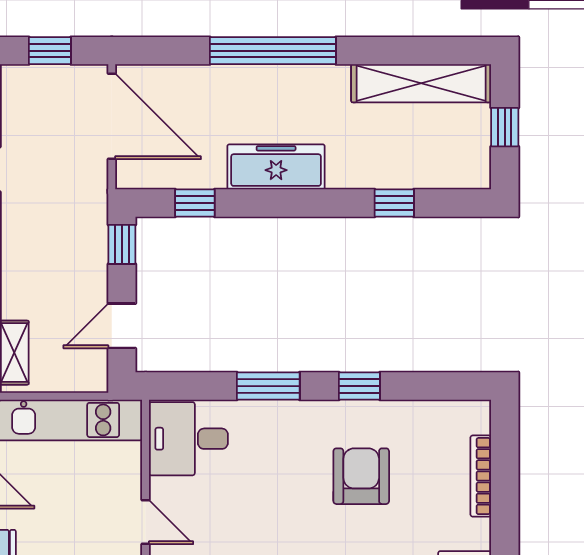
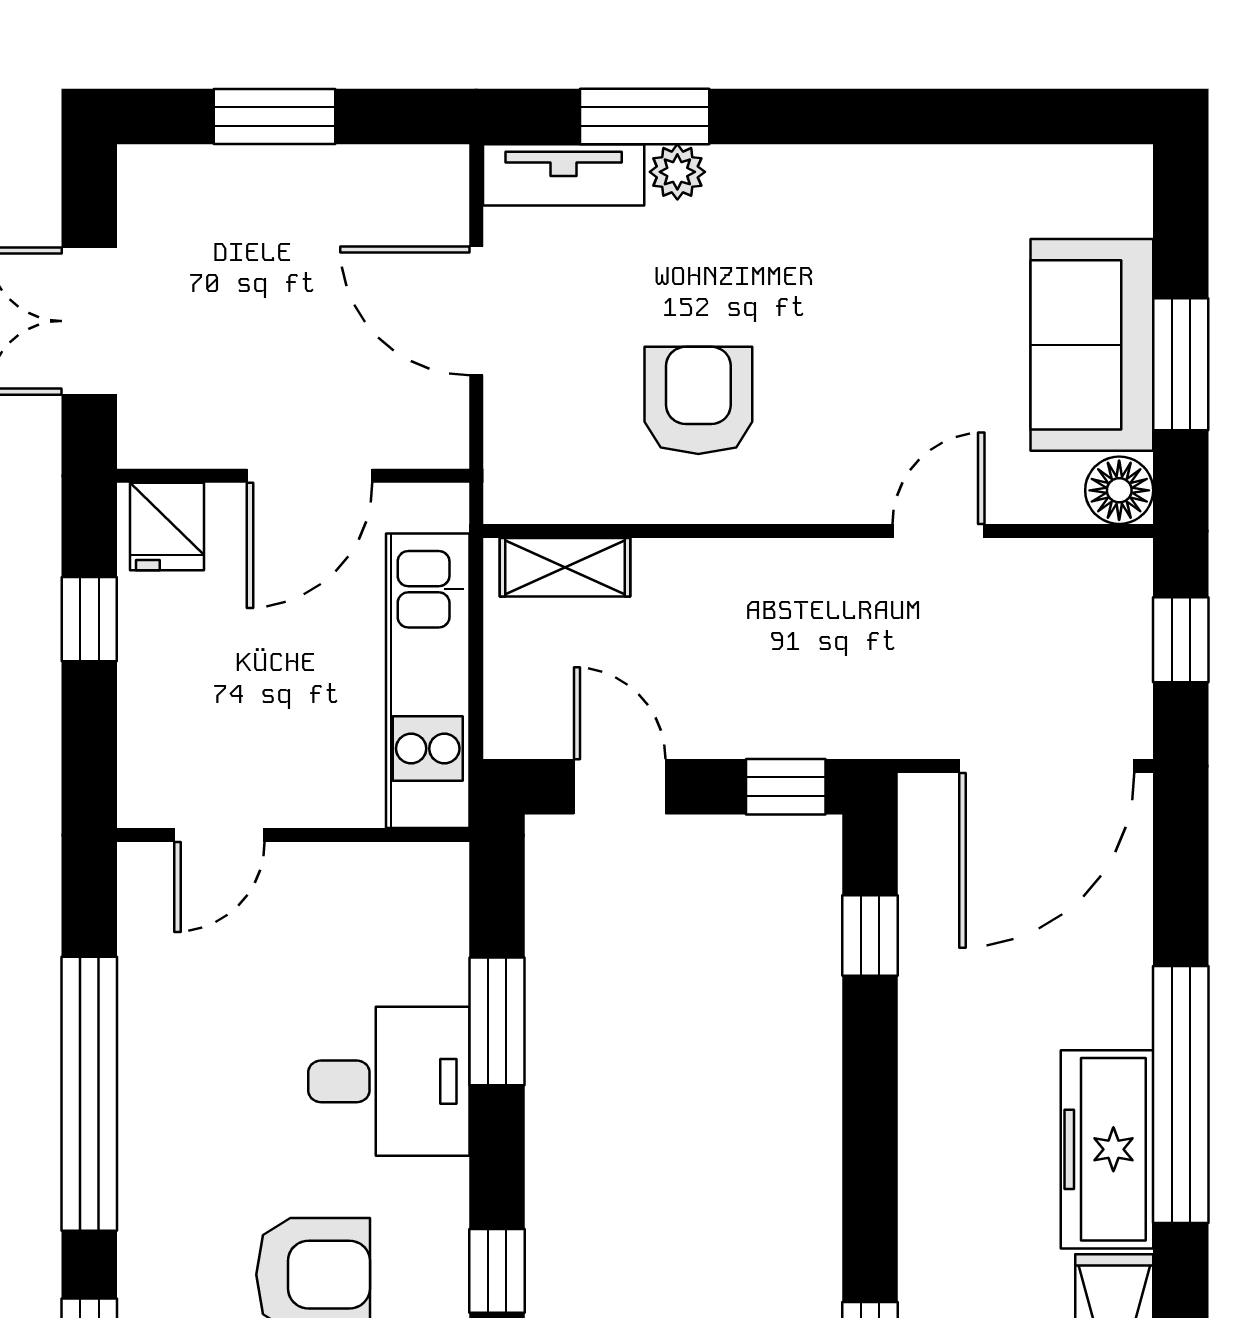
freezer: (276, 167) -> (1107, 1149), moved, turned 180
window: (268, 386) -> (497, 1021), moved
desk: (188, 439) -> (389, 1081), moved, turned 90

